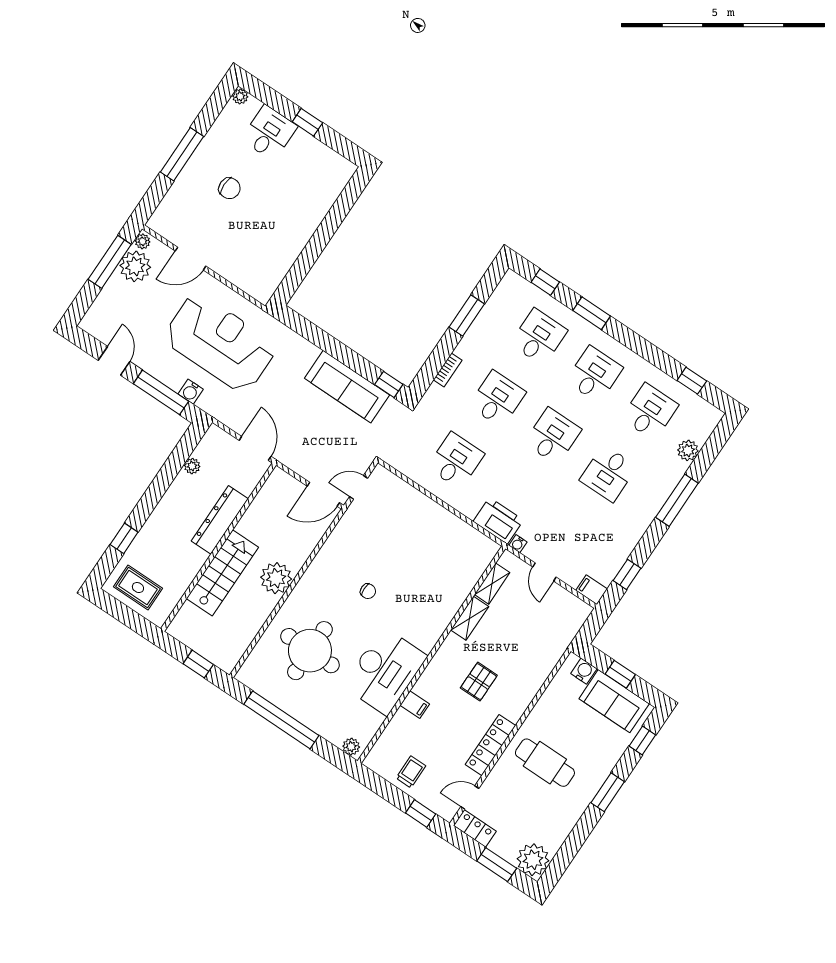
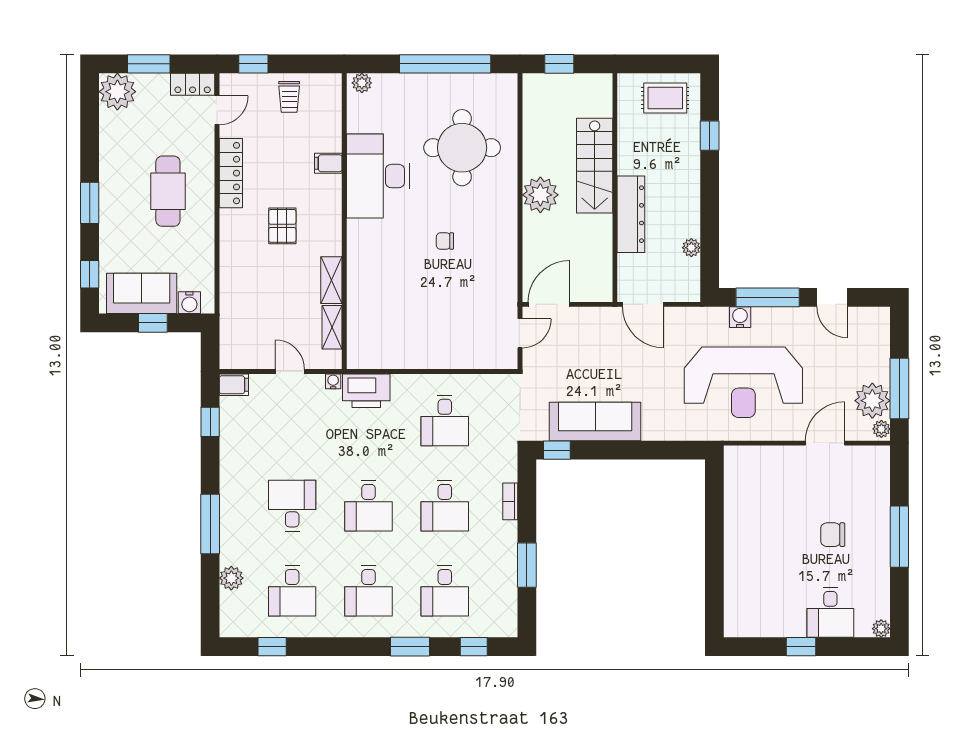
cafe table: (545, 763) -> (168, 191), turned 90

